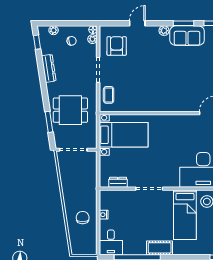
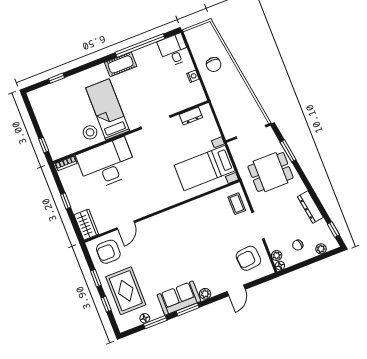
armchair: (117, 46) -> (248, 258), turned 85

